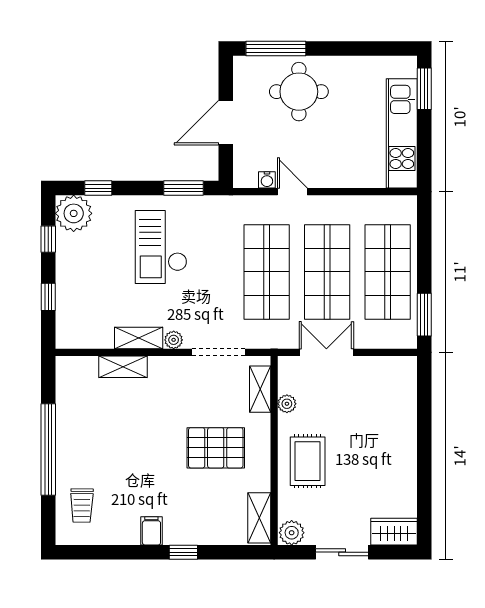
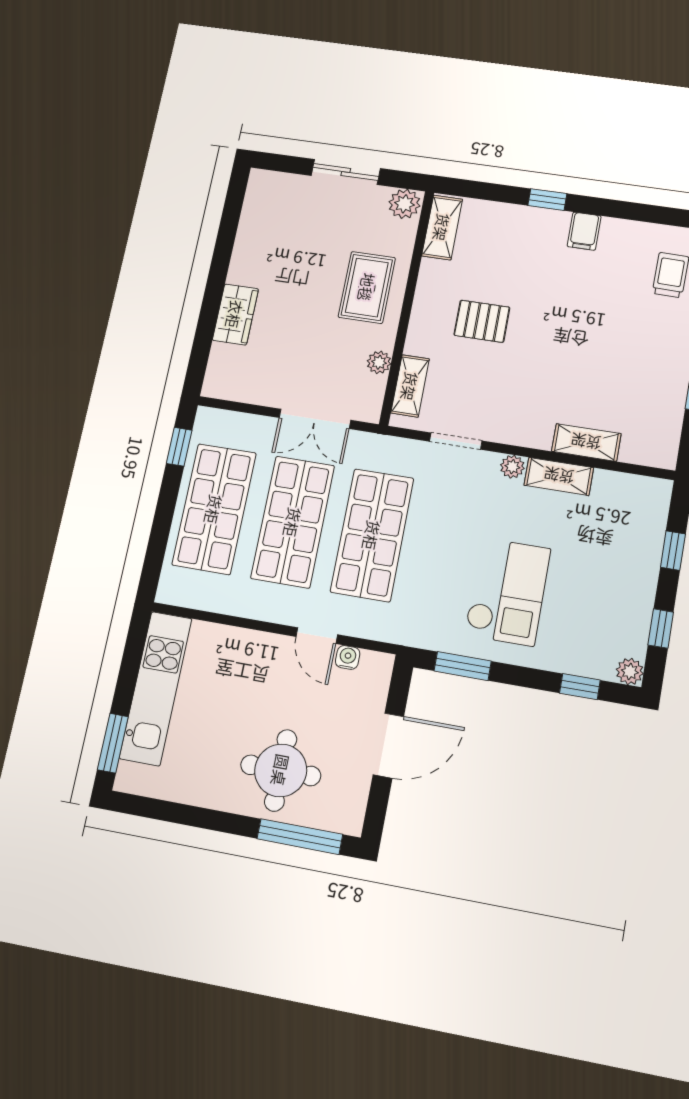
plant: (74, 213) -> (630, 671), width x0.53, depth x0.53
window: (424, 315) -> (179, 447), width x0.67
doorway: (218, 352) -> (456, 441), width x0.73
pallet: (216, 448) -> (482, 321), width x0.67, depth x0.71
wardrobe: (394, 532) -> (235, 314), moved, turned -90

